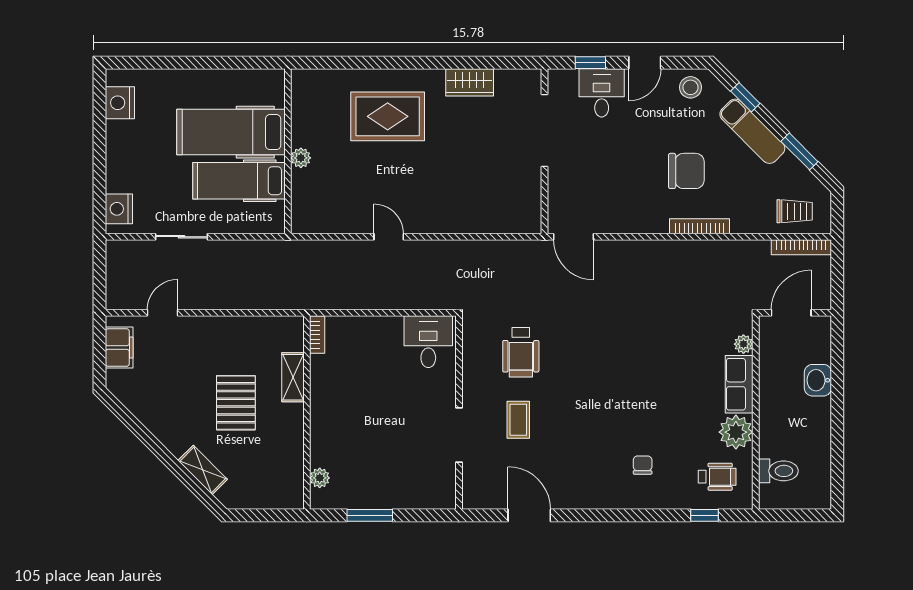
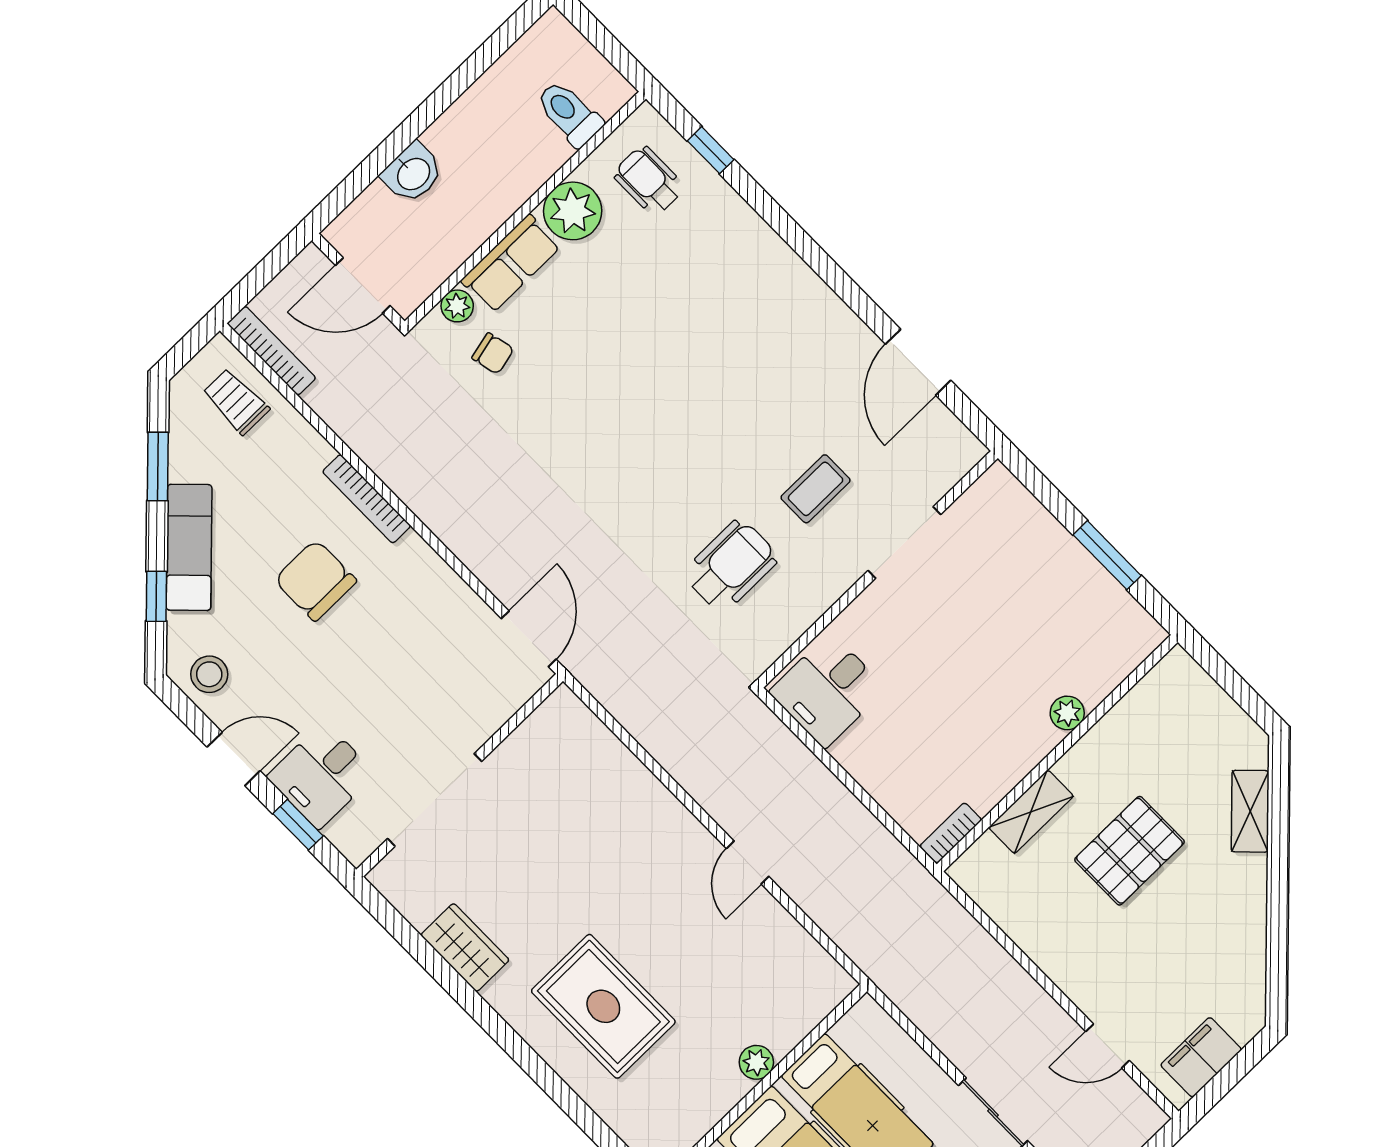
chair: (643, 465) -> (493, 353), moved, turned -103
plant: (320, 478) -> (1067, 713), moved

